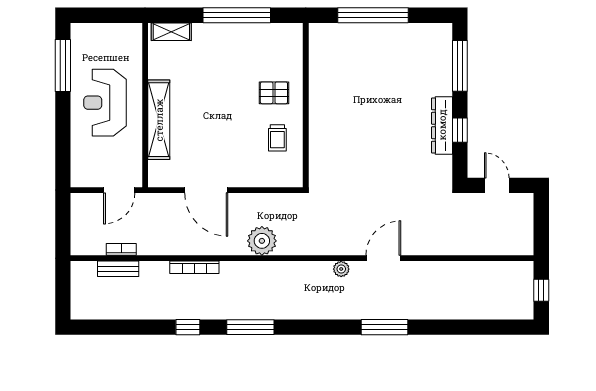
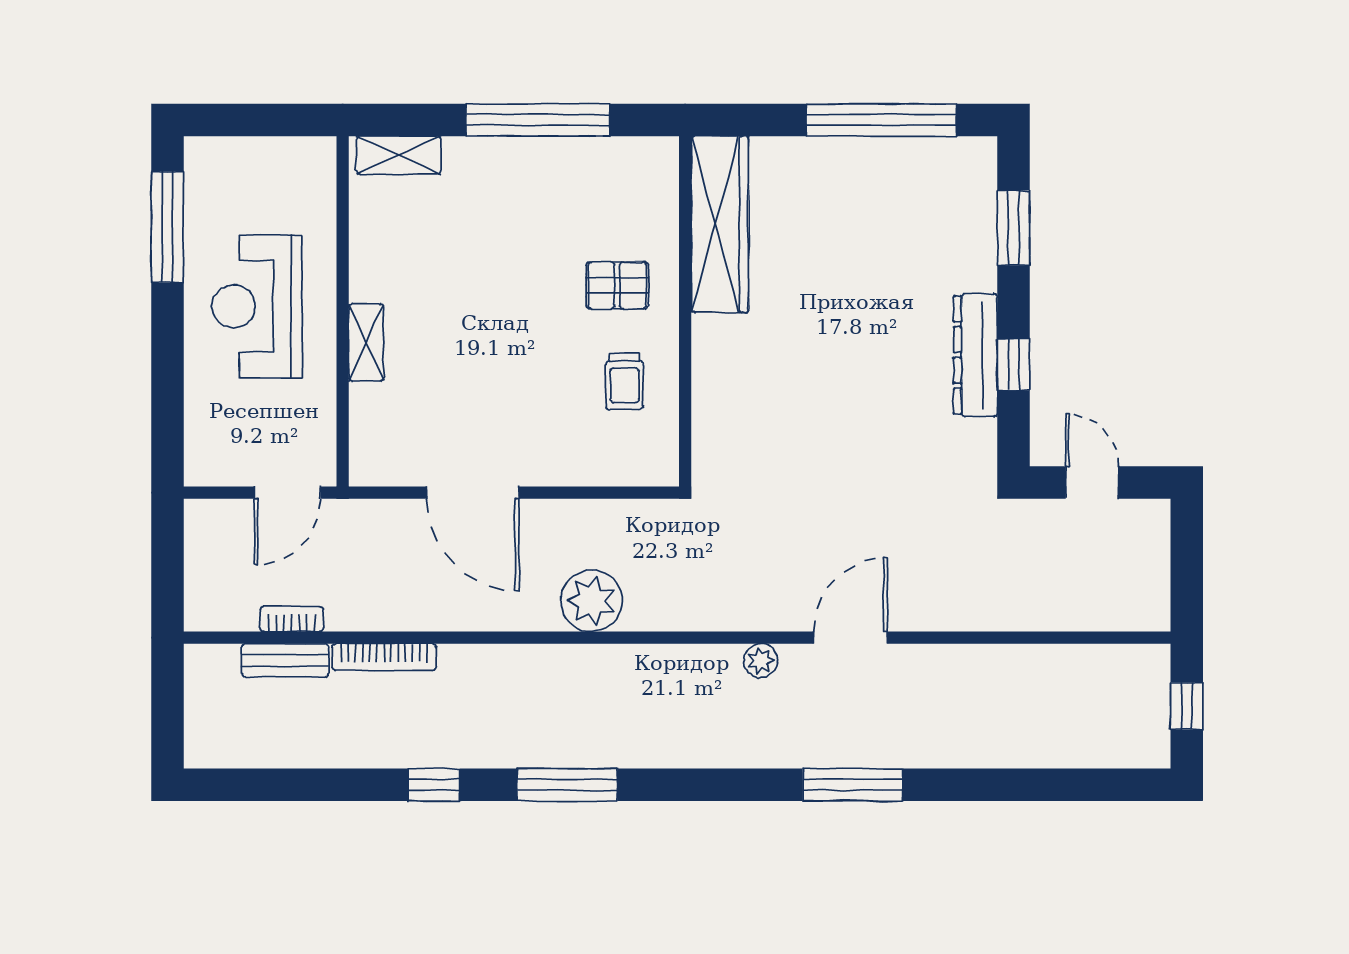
window: (373, 15) -> (881, 120), moved
wardrobe: (322, 64) -> (720, 224), added
window: (460, 66) -> (1014, 228), width x0.69
shelving: (159, 120) -> (366, 342), width x0.45, depth x0.75
bookcase: (194, 267) -> (384, 657), moved

